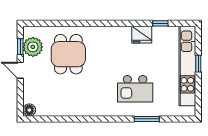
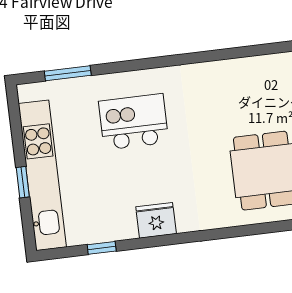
fridge: (142, 35) -> (156, 220), moved
window: (147, 119) -> (68, 73), moved

